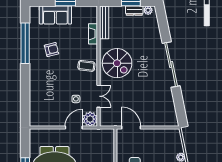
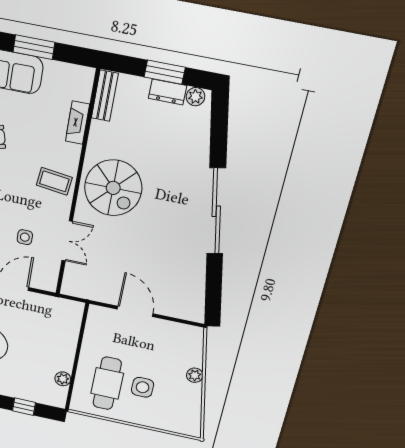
bench: (104, 23) -> (105, 96), width x0.73
plant: (90, 119) -> (45, 278), removed
door: (131, 127) -> (135, 311), moved

